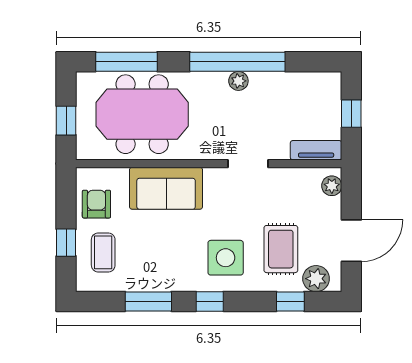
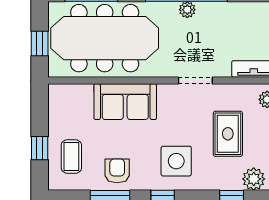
meeting table: (142, 114) -> (105, 38), width x1.36
armchair: (96, 204) -> (117, 171), moved
rug: (281, 249) -> (228, 134), moved

